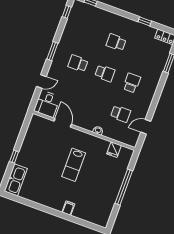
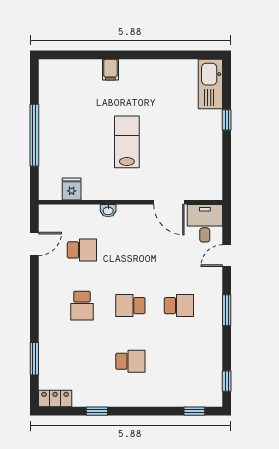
school desk: (120, 114) -> (82, 250), turned 180

